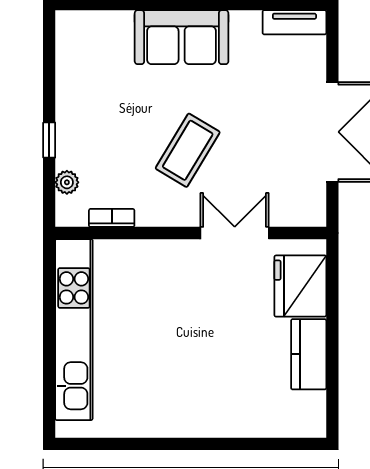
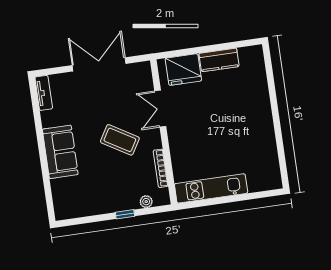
bookcase: (112, 218) -> (161, 168), width x1.56
kitchen unit: (74, 330) -> (211, 188), width x0.73

